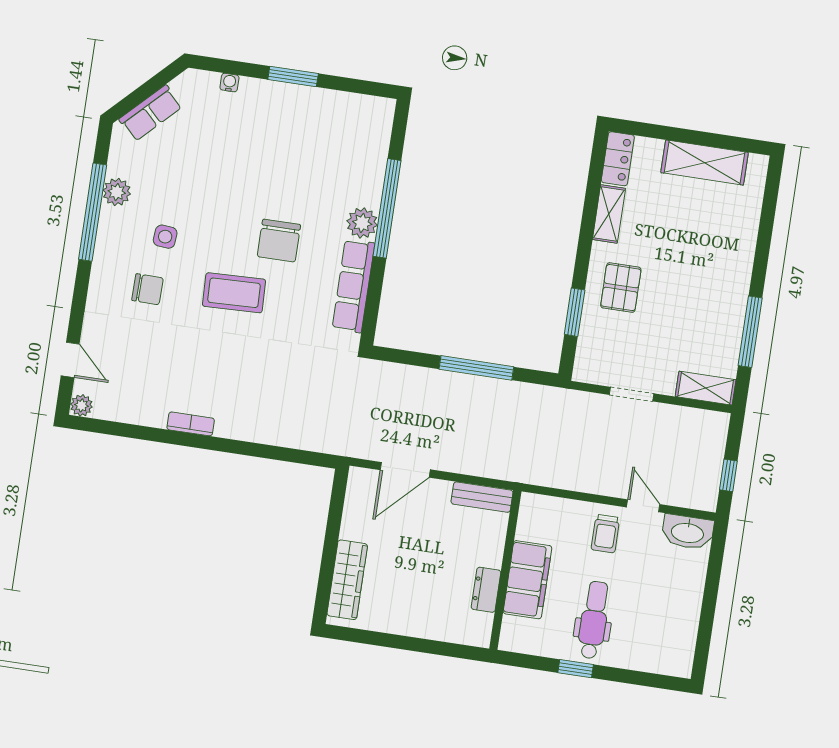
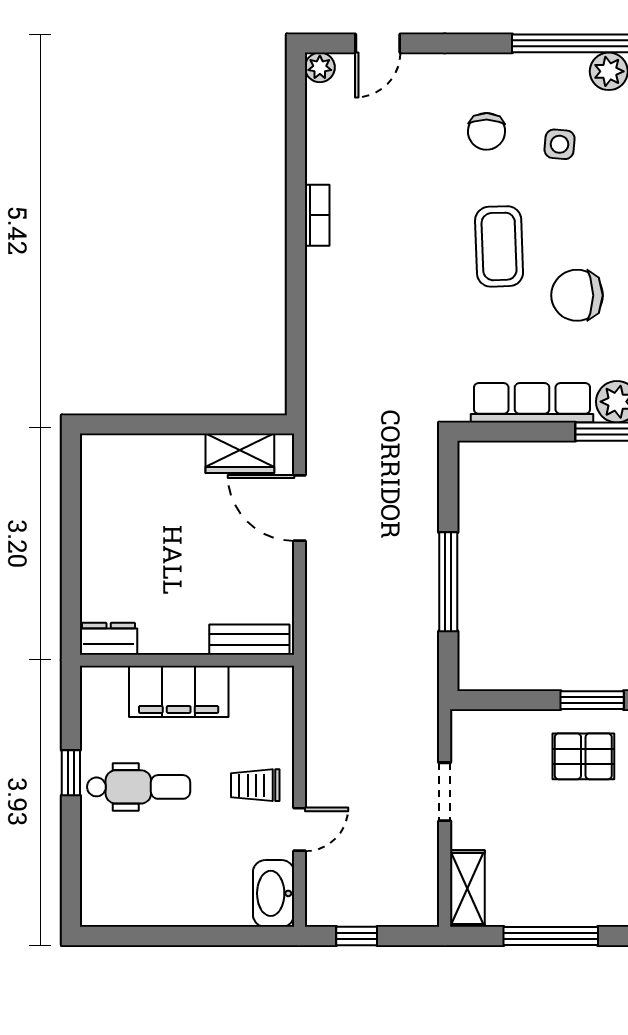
window: (575, 312) -> (592, 700), moved
bench: (482, 497) -> (249, 640), moved, turned 90
wardrobe: (347, 580) -> (240, 453), moved, width x0.67
dresser: (486, 590) -> (109, 639), moved

